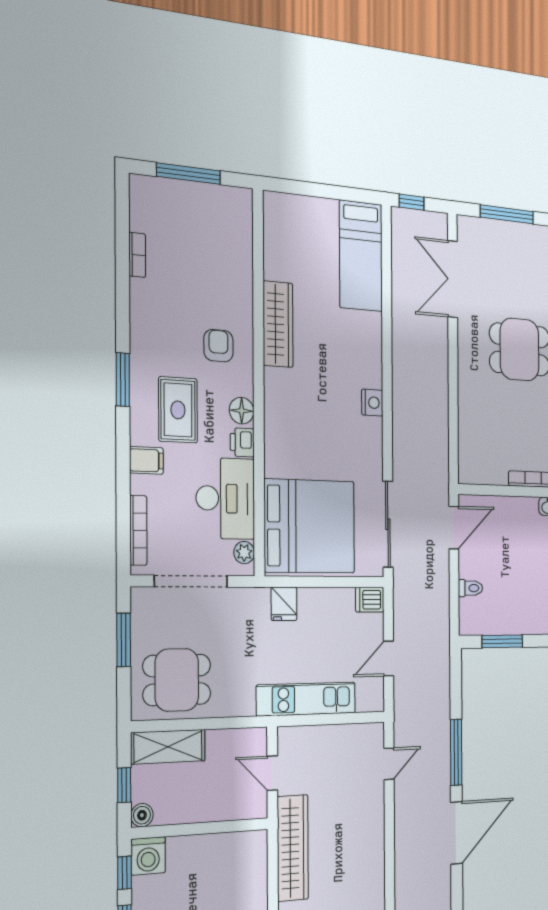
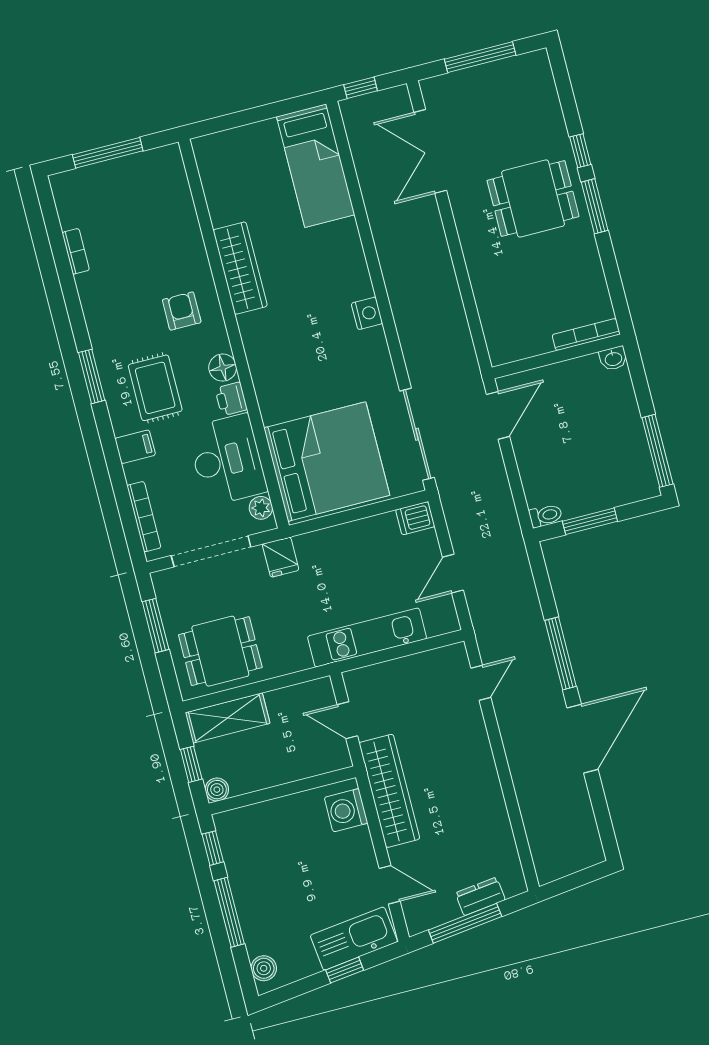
toilet: (470, 588) -> (546, 516), moved
fridge: (284, 604) -> (281, 557), moved
washing machine: (148, 856) -> (346, 810), moved, turned 90

